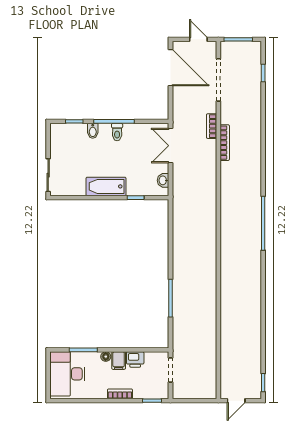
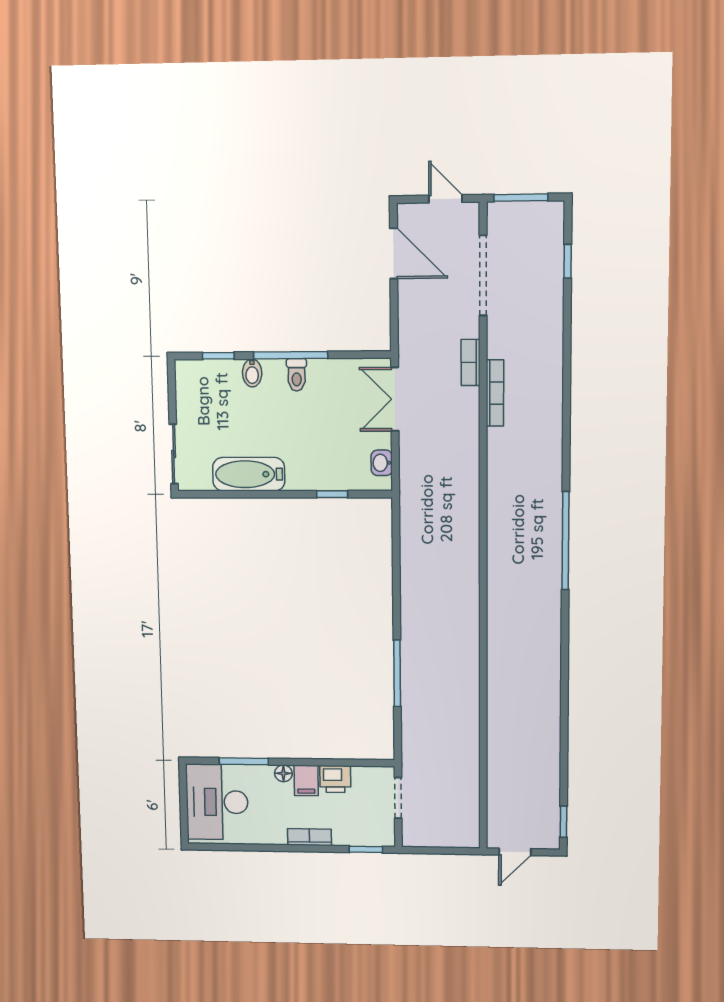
door: (171, 68) -> (394, 253), width x0.73
bathtub: (106, 186) -> (249, 474), moved

